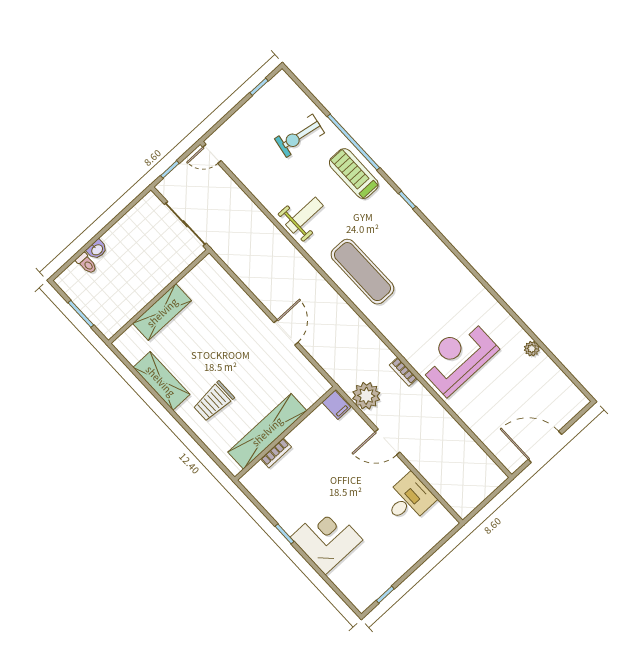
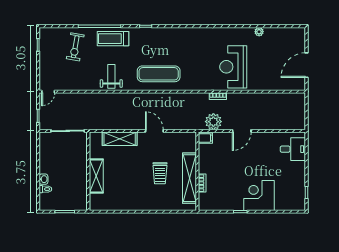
shelving: (161, 381) -> (120, 139), moved
trolley: (214, 401) -> (160, 173), moved
desk: (409, 499) -> (293, 149), moved, turned 90

